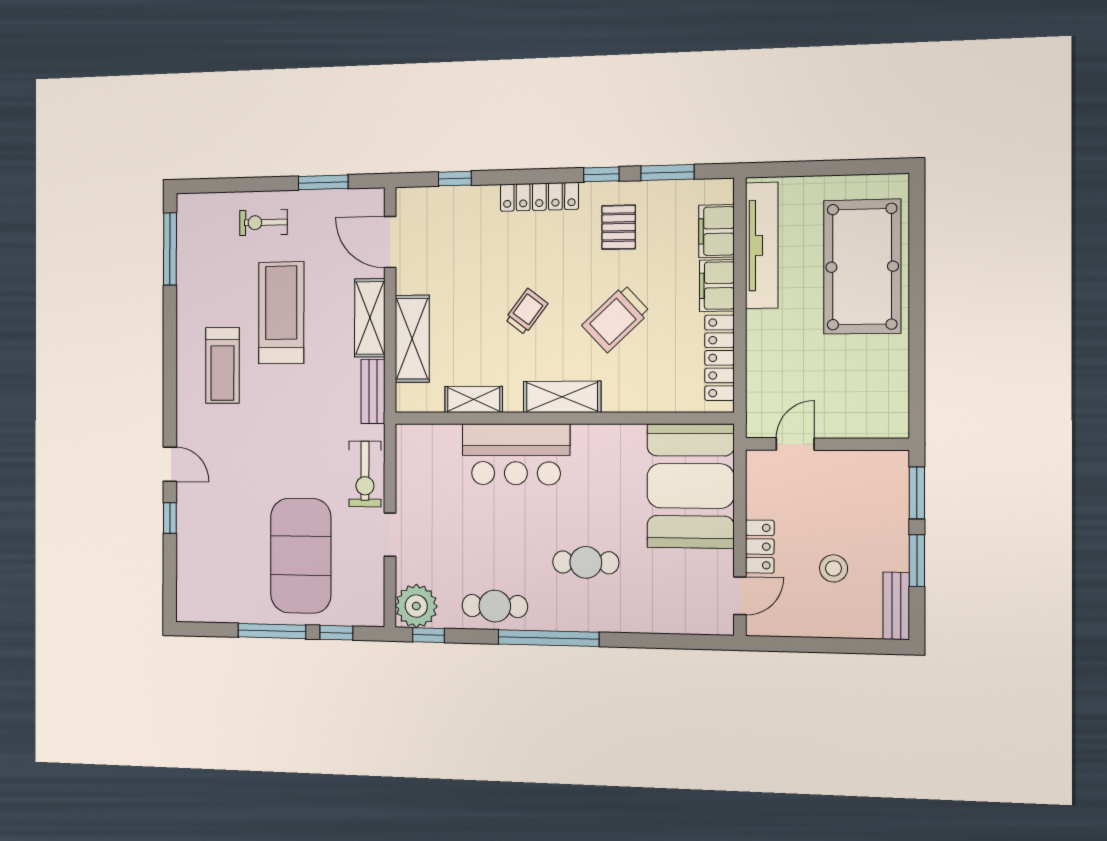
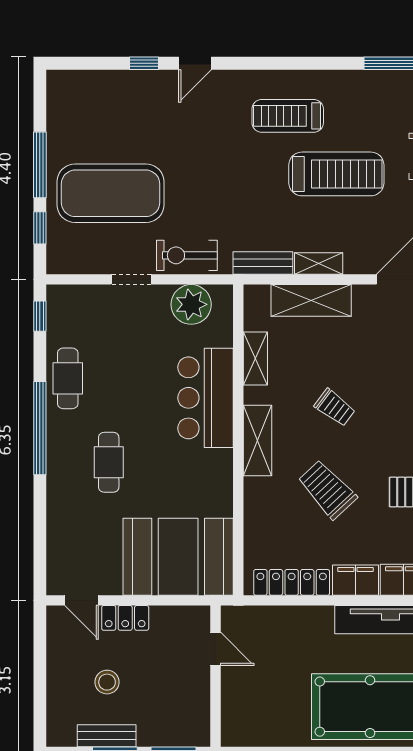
shelving: (370, 318) -> (319, 263), width x0.67, depth x0.75
plant: (416, 606) -> (191, 304), moved
bench: (896, 606) -> (107, 736), moved

